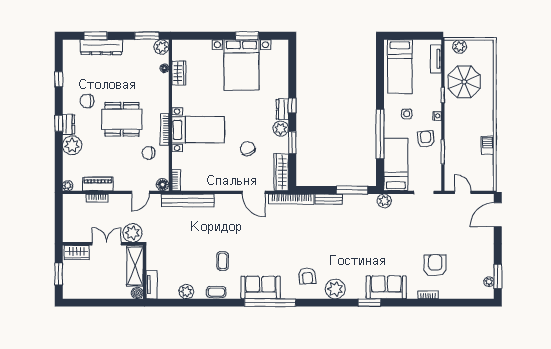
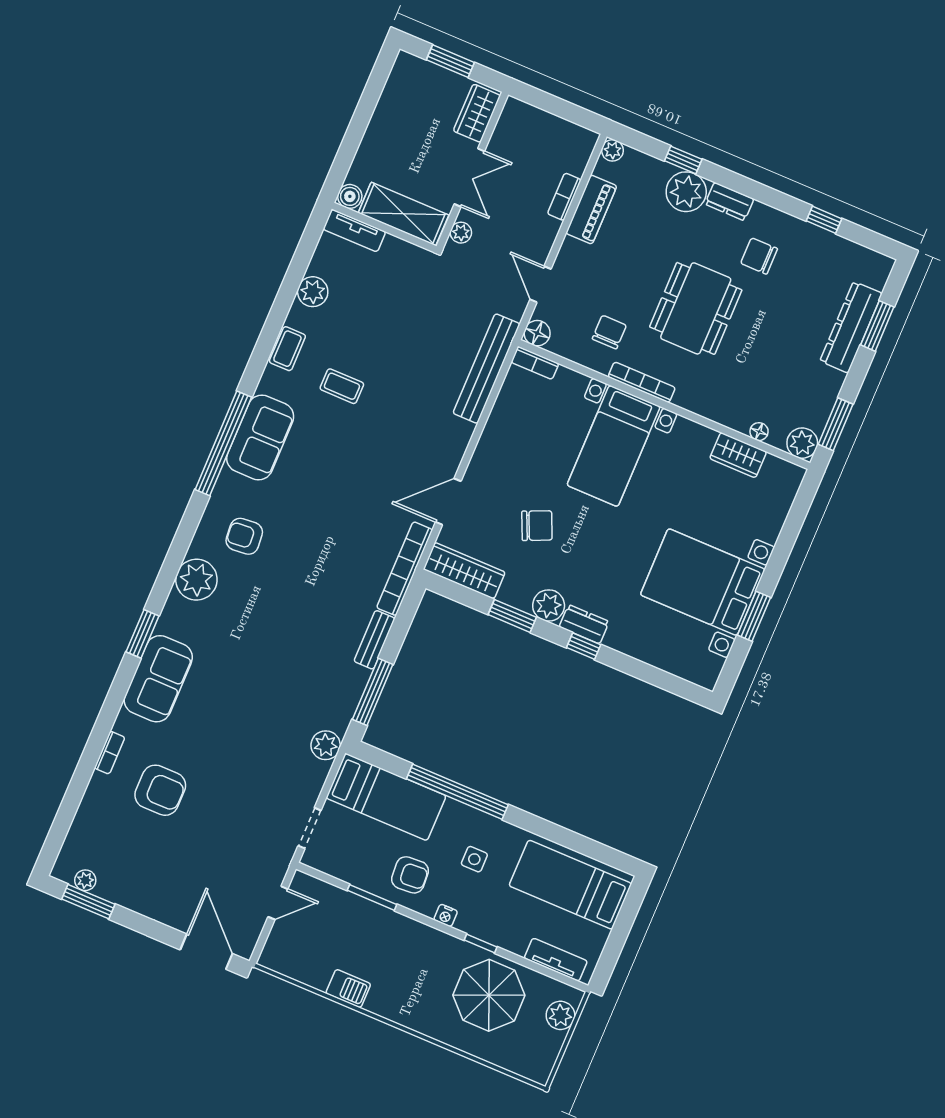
chair: (87, 101) -> (759, 256), turned -90
window: (59, 123) -> (683, 160), moved
plant: (132, 233) -> (461, 233), width x0.53, depth x0.53

